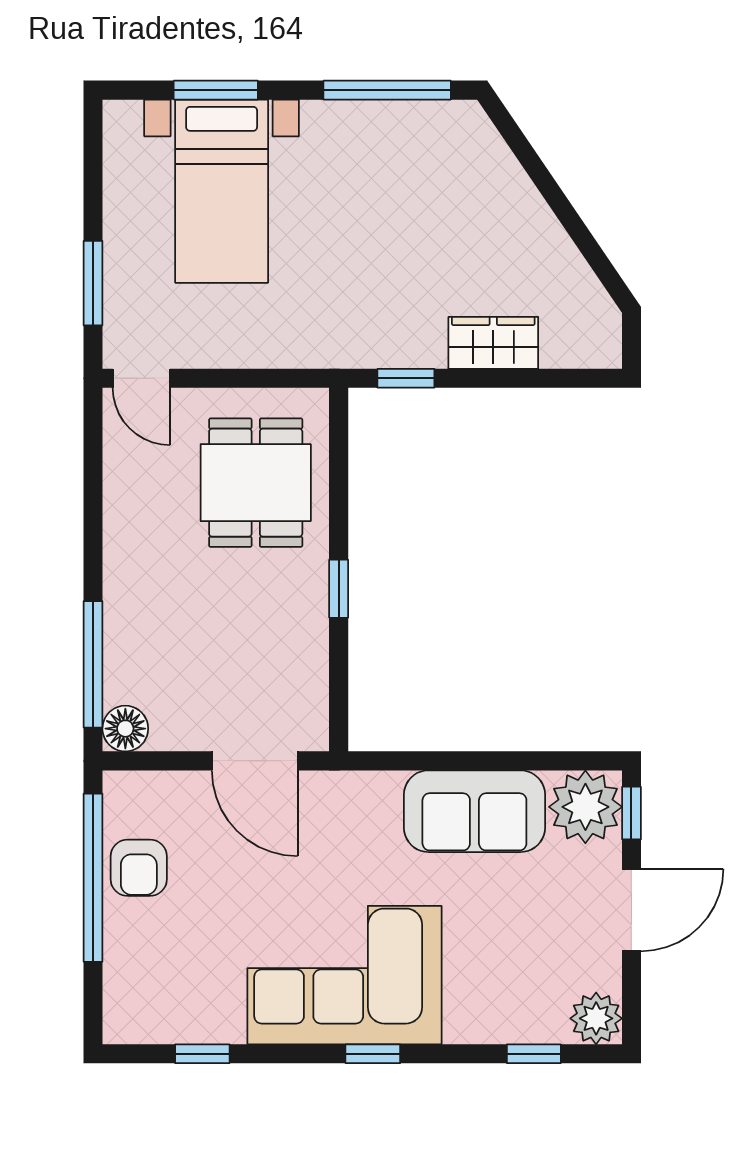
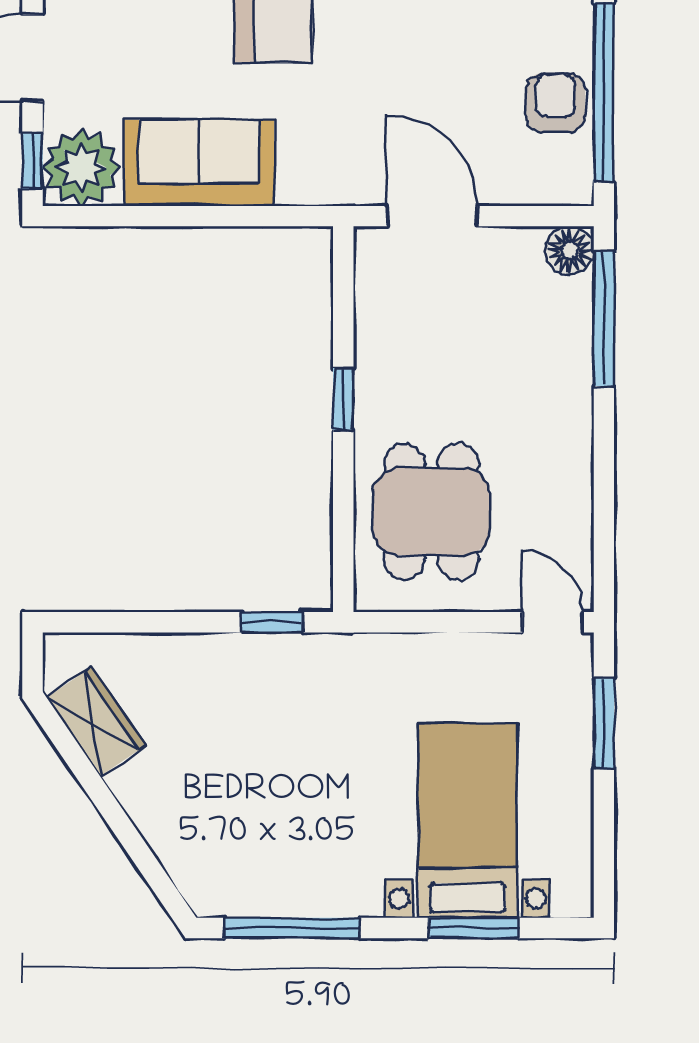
wardrobe: (493, 343) -> (96, 721), moved, turned -124

